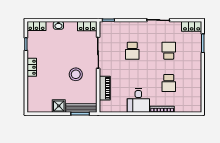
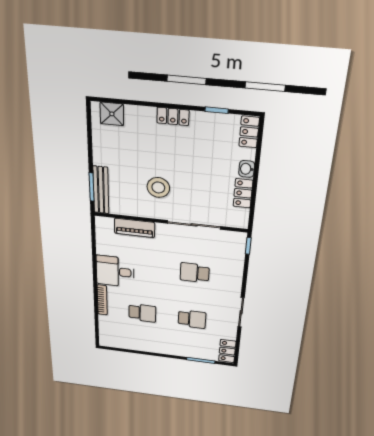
locker: (87, 26) -> (243, 193), moved
school desk: (169, 83) -> (142, 313), turned 180
shower: (59, 106) -> (112, 114), moved

